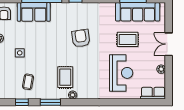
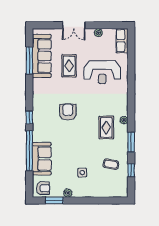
armchair: (81, 38) -> (68, 112), turned 98
reception desk: (121, 73) -> (102, 72), turned 180
rug: (65, 77) -> (106, 127), turned 90

